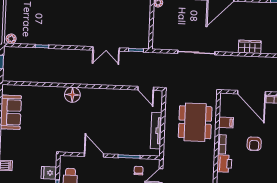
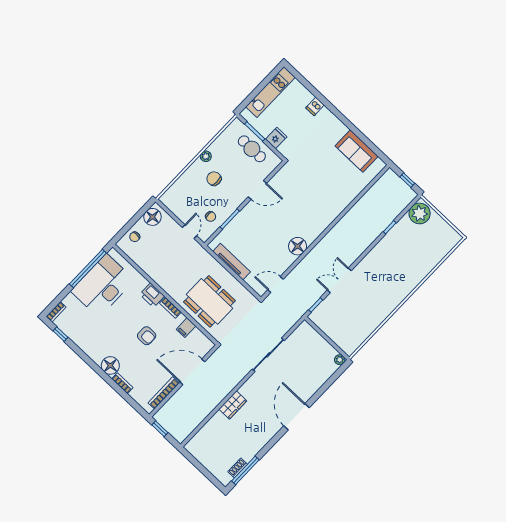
plant: (11, 39) -> (420, 213), width x1.87, depth x1.87
floor lamp: (72, 95) -> (298, 246), moved
armchair: (254, 144) -> (147, 336), turned 180

